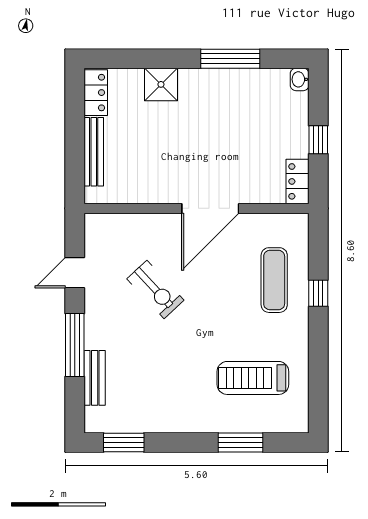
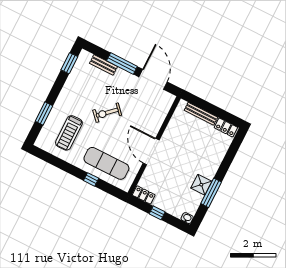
shower: (161, 84) -> (201, 185), moved
door: (75, 273) -> (153, 79), width x1.88
exercise mat: (274, 280) -> (106, 163), width x1.36, depth x1.45
exercise bike: (155, 290) -> (107, 113), moved
treadmill: (253, 378) -> (69, 133), turned 180

